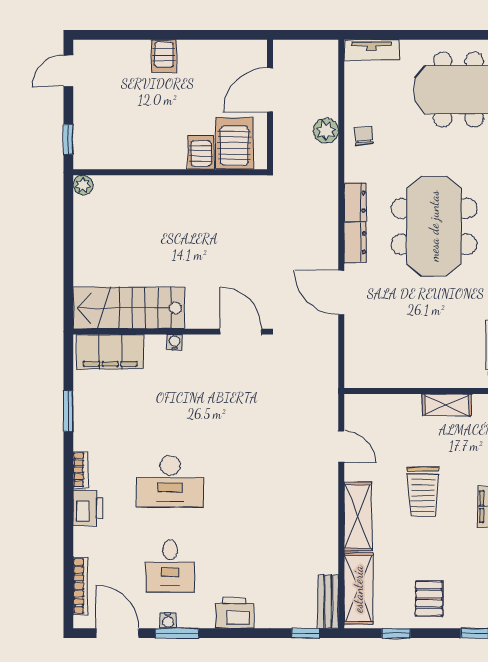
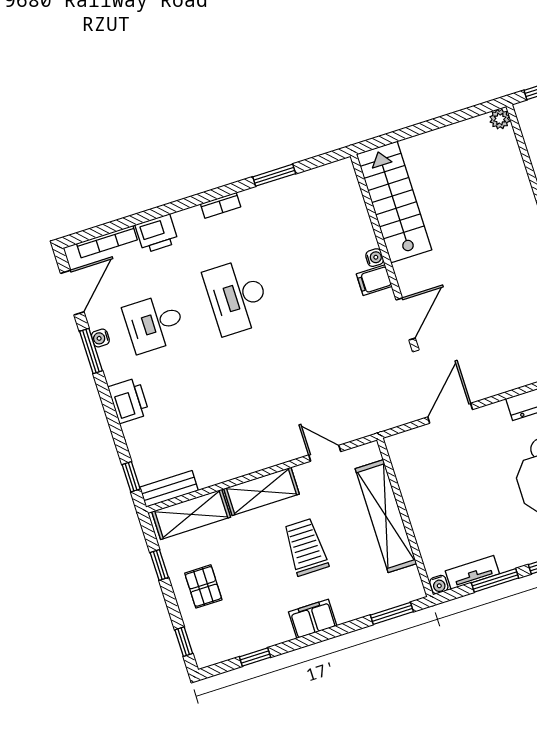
door: (341, 293) -> (450, 413), moved
filing cabinet: (110, 352) -> (374, 280), moved, width x0.33, depth x0.86
shelving: (447, 405) -> (386, 516), width x2.20, depth x1.33
door: (341, 447) -> (325, 453), swing flipped
trolley: (423, 492) -> (306, 547), turned 90
printer: (88, 508) -> (157, 234), moved
pallet: (429, 599) -> (203, 586), turned 90

